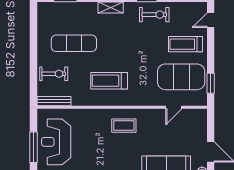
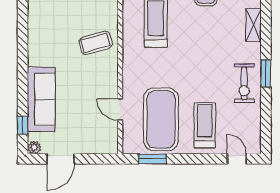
coffee table: (124, 126) -> (96, 43), turned 74

